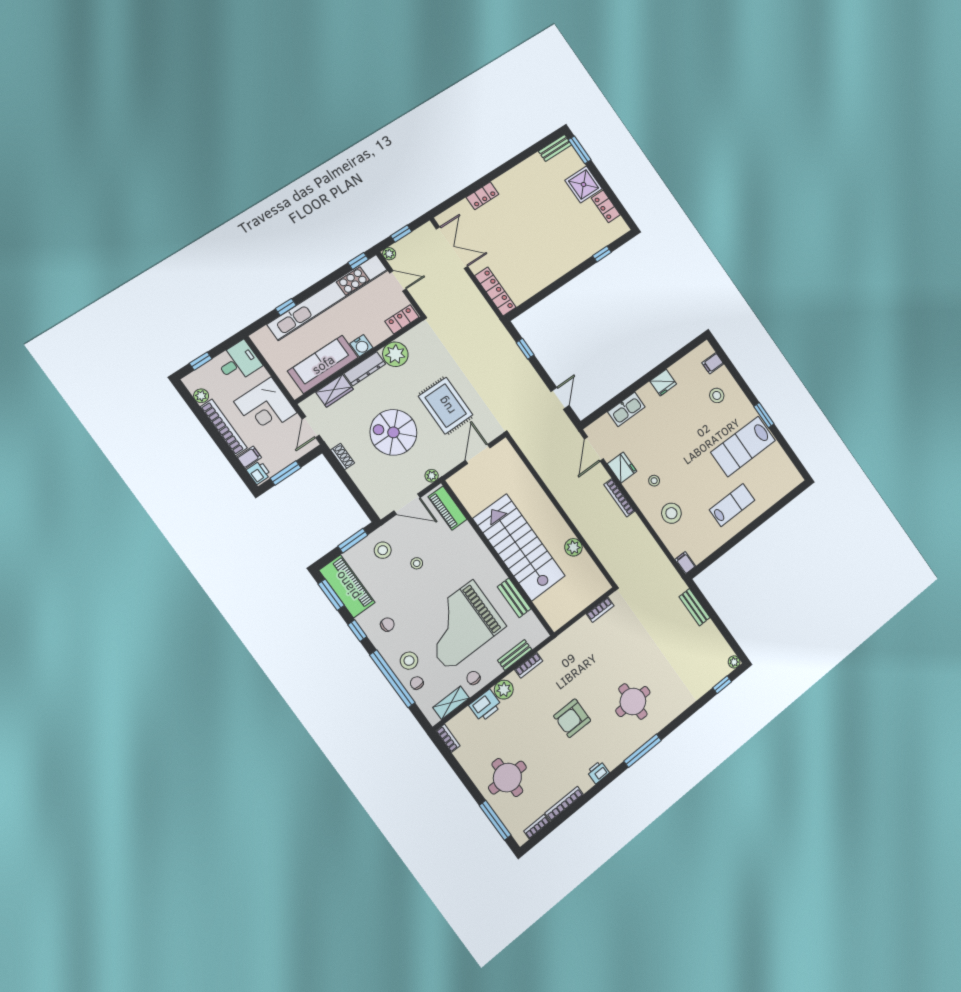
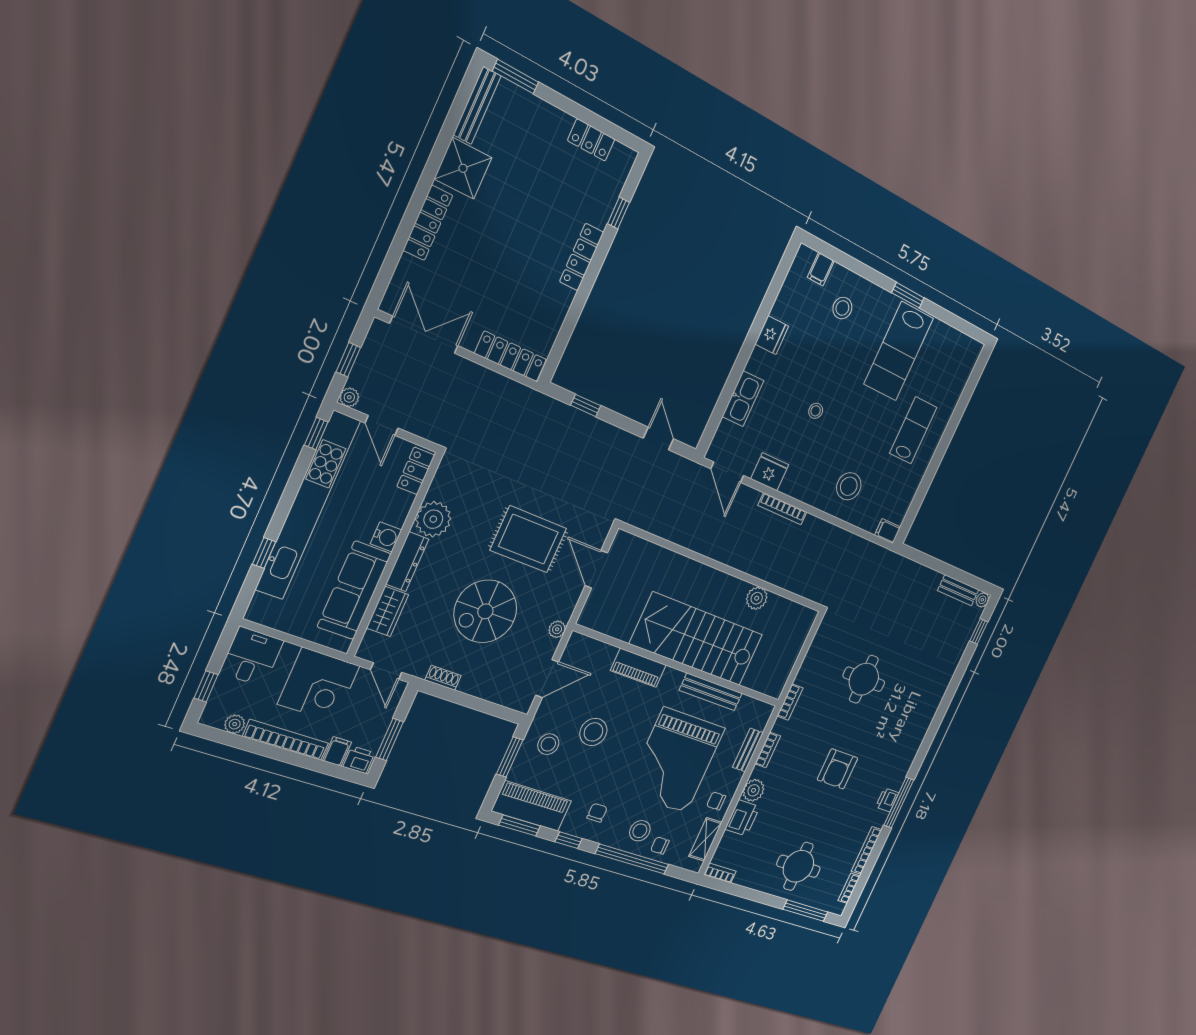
bench: (555, 148) -> (477, 105), width x1.36
shower: (584, 184) -> (463, 168), moved
locker: (483, 196) -> (428, 223), width x1.53
locker: (567, 264) -> (582, 257), added
door: (398, 281) -> (382, 425), swing flipped
stool: (654, 481) -> (816, 411), moved
piano: (448, 508) -> (638, 668), moved
stool: (417, 563) -> (593, 732), width x1.89, depth x1.89
bench: (514, 598) -> (711, 692), width x1.36
bench: (694, 607) -> (958, 590), moved
bookcase: (600, 610) -> (790, 702), moved
round table: (633, 702) -> (864, 679), moved
window: (643, 751) -> (899, 803), moved

